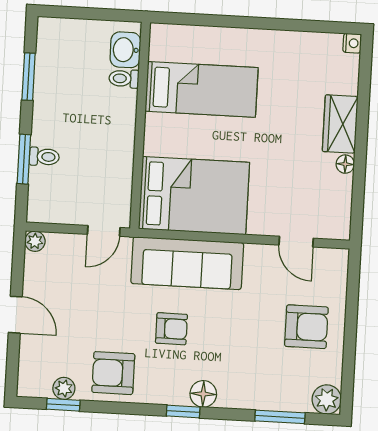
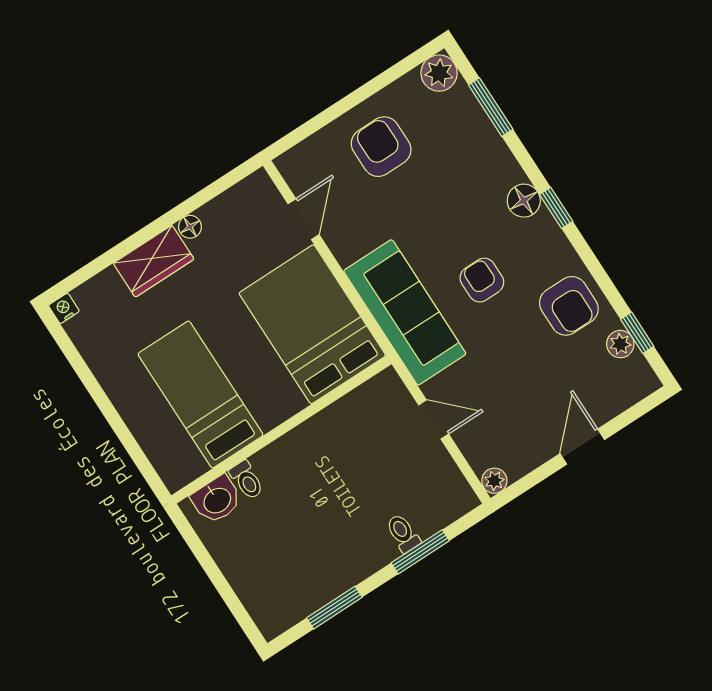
washbasin: (125, 50) -> (217, 500), moved
toilet: (124, 79) -> (247, 480), moved
bed: (202, 89) -> (201, 394), moved
wall: (140, 125) -> (281, 430), moved
bed: (194, 196) -> (312, 324), moved

